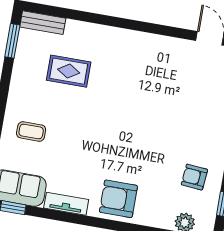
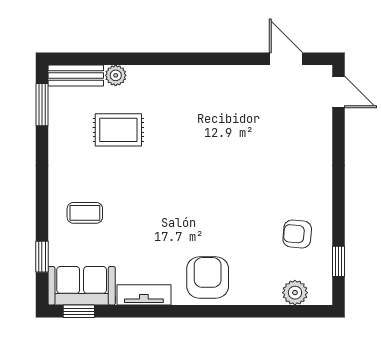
plant: (74, 28) -> (116, 75), added
armchair: (118, 199) -> (208, 277), turned 90

